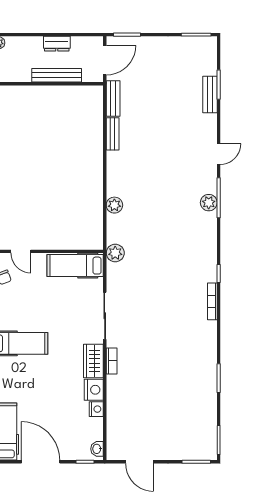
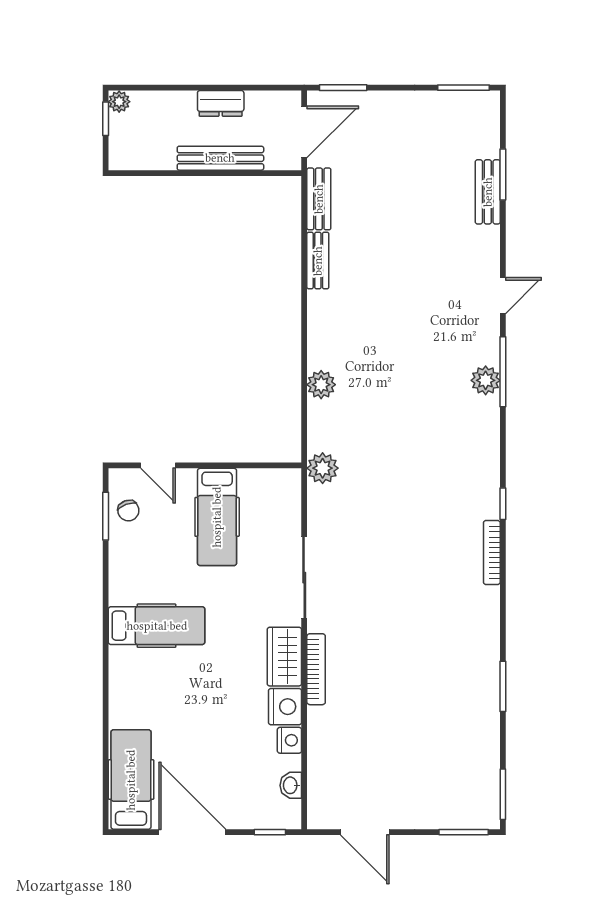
hospital bed: (75, 266) -> (217, 517), moved, turned -90
bookcase: (112, 361) -> (316, 669), width x1.56
washbasin: (97, 449) -> (291, 785), moved

